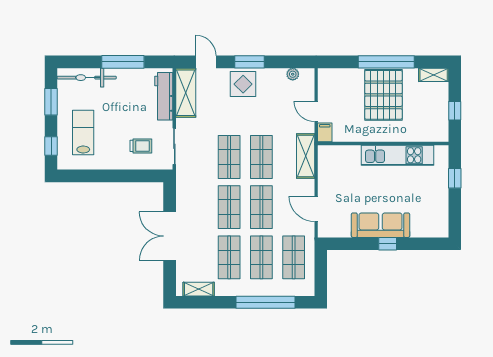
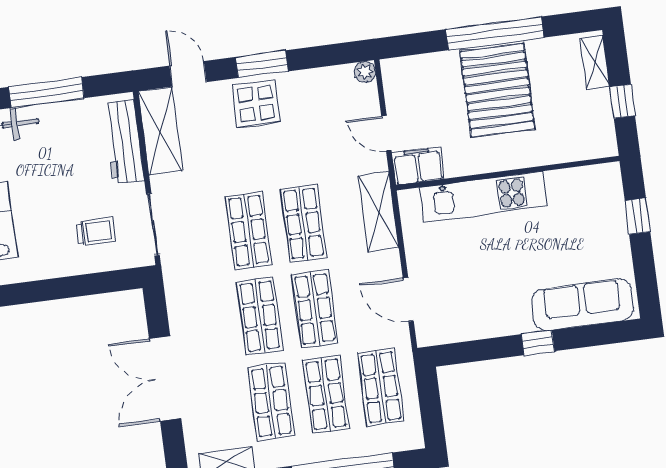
plant: (293, 74) -> (365, 72), moved
shelving: (434, 75) -> (595, 62), moved, turned 90
filing cabinet: (325, 132) -> (418, 166), width x2.00
kitchen unit: (397, 155) -> (483, 197), moved
sofa: (381, 225) -> (582, 305), moved

